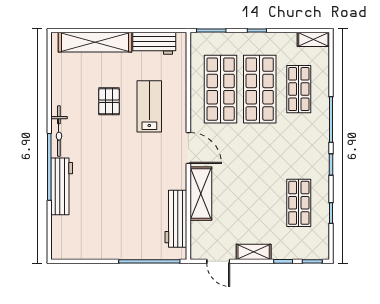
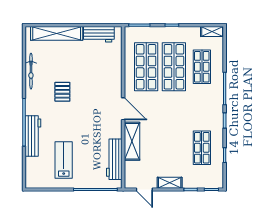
pallet: (109, 101) -> (62, 92), moved
lab bench: (149, 106) -> (64, 160), moved
bicycle: (59, 131) -> (31, 71), moved

